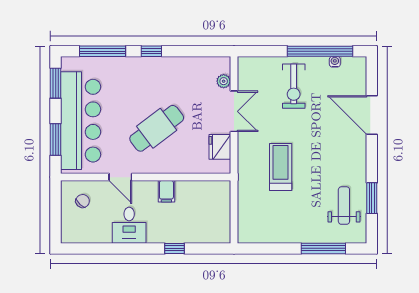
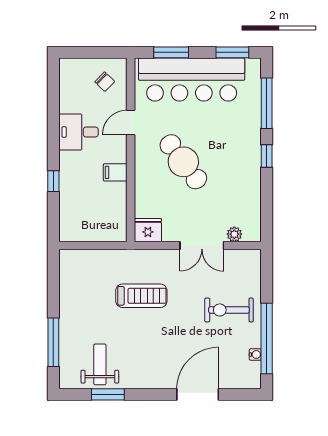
fridge: (220, 147) -> (148, 230), moved
weight bench: (344, 206) -> (100, 364), turned -90

